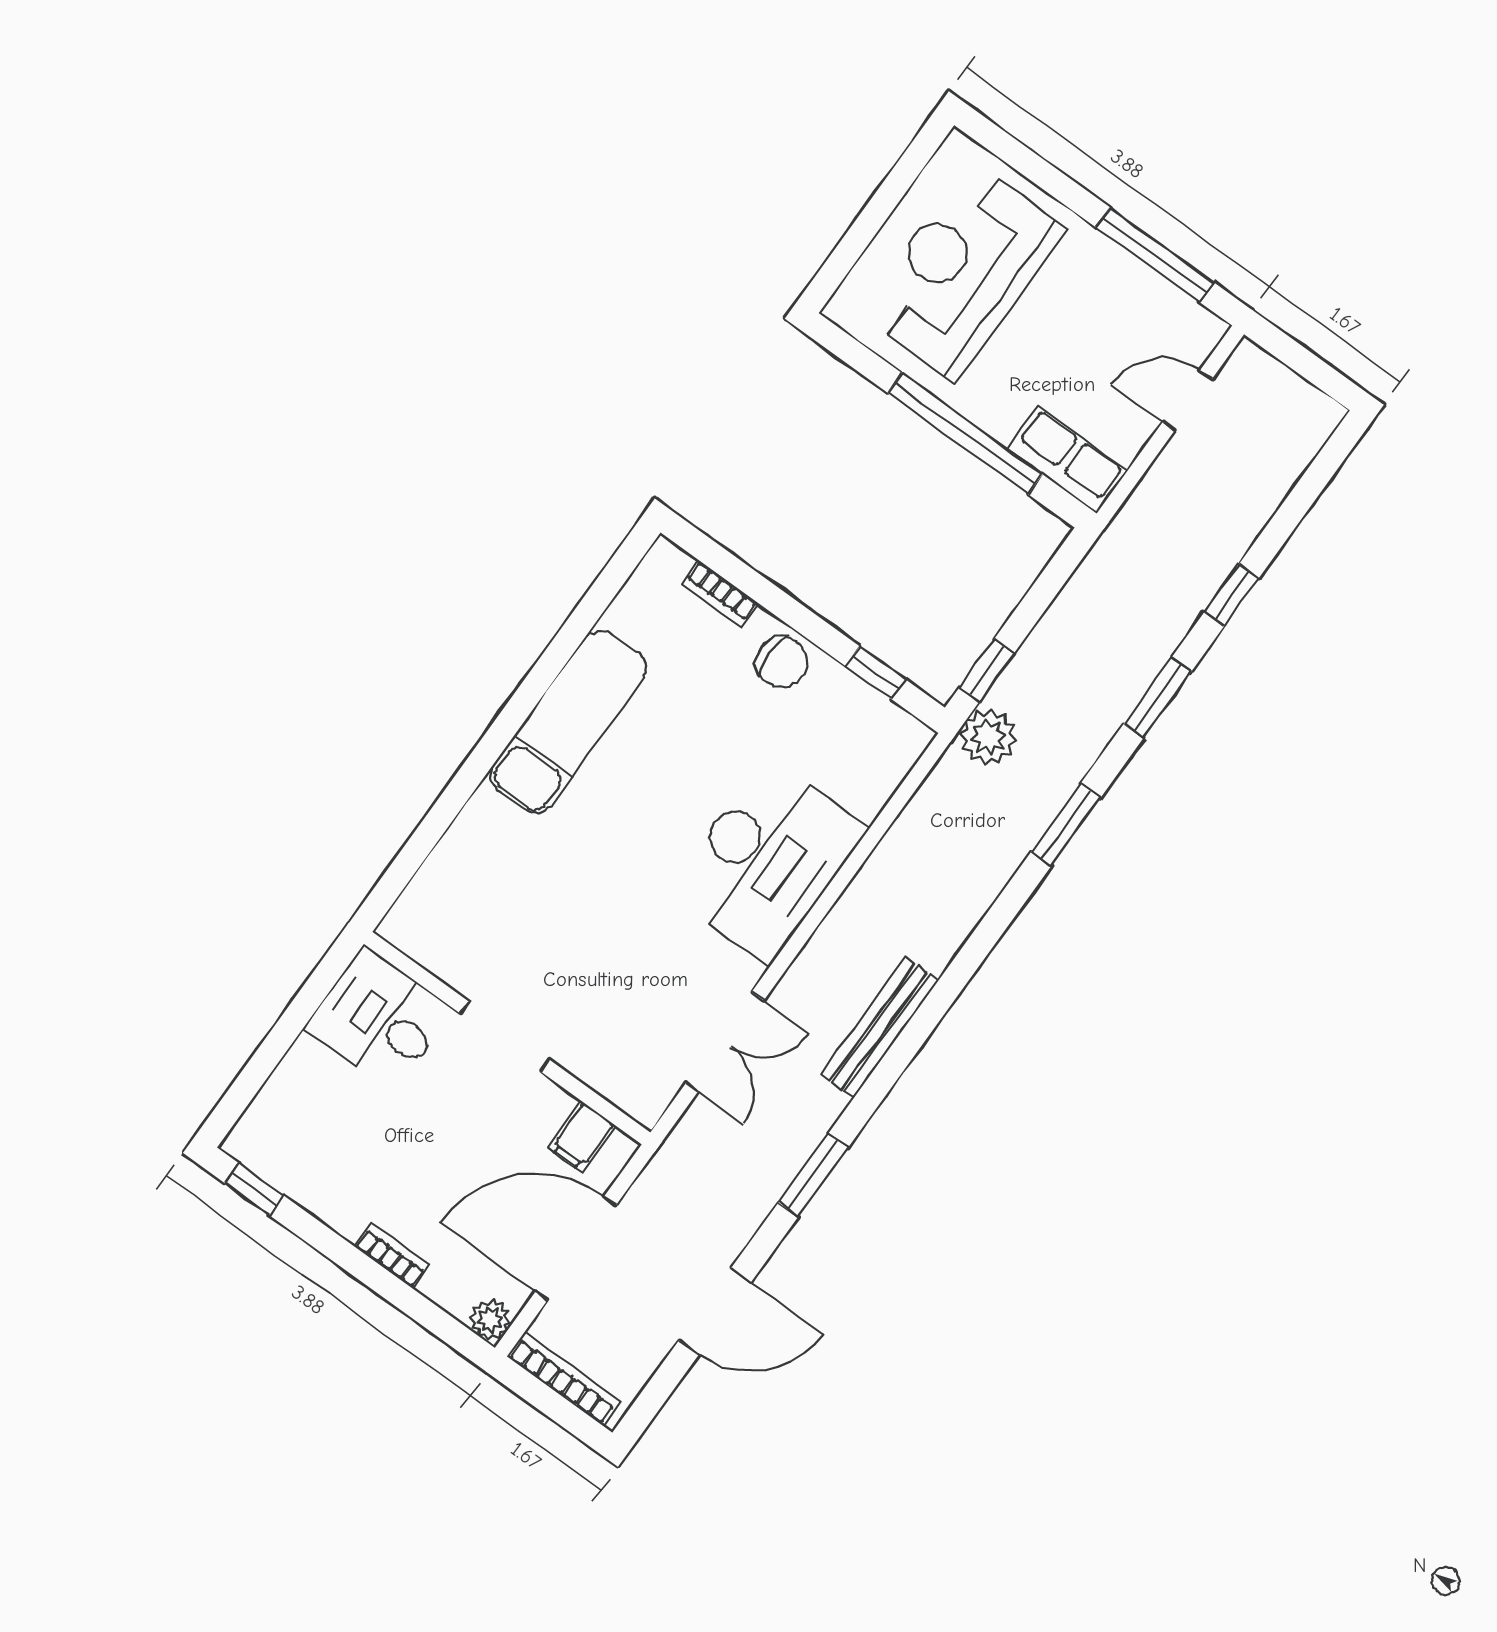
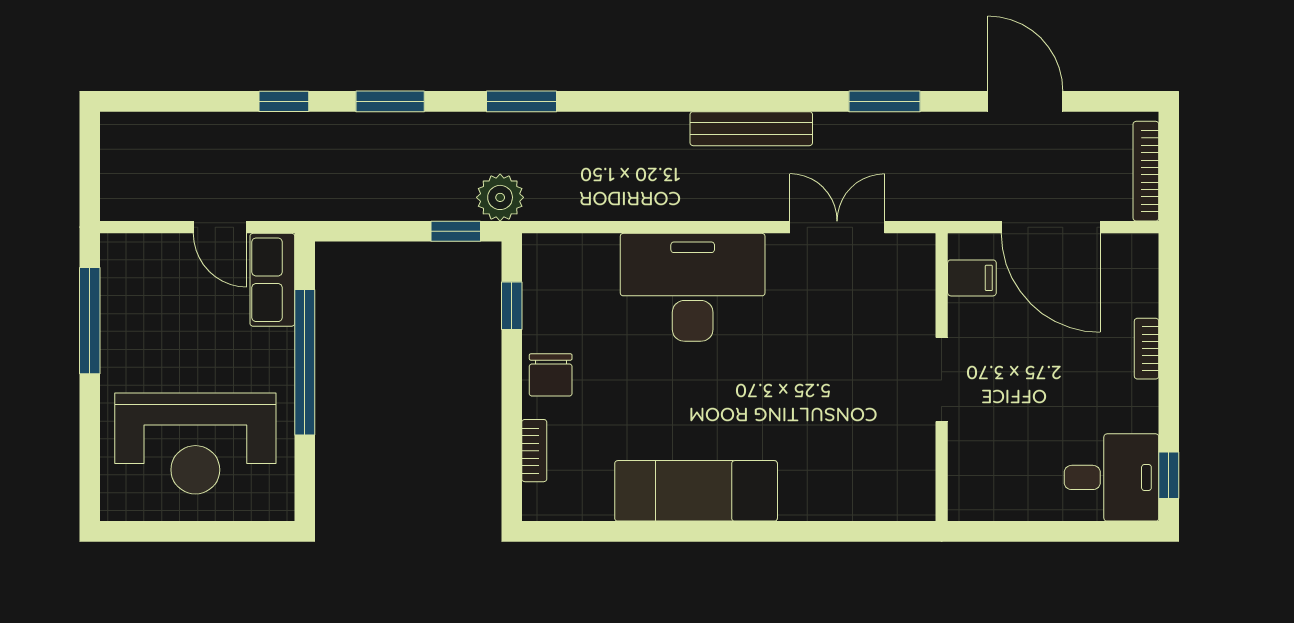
door: (1187, 401) -> (220, 227), moved
chair: (782, 662) -> (551, 375), turned 180
desk: (379, 1019) -> (1112, 477), moved, turned -90
plant: (490, 1320) -> (1142, 250), removed

